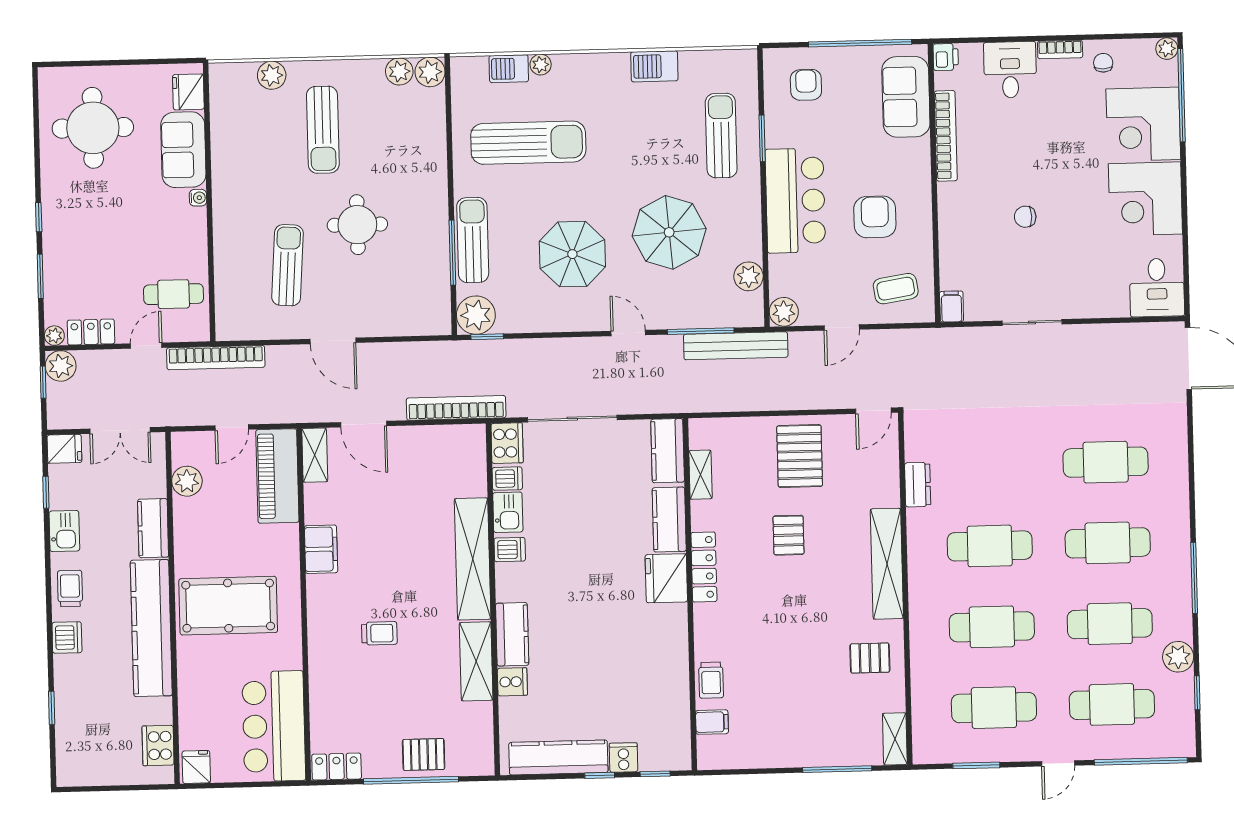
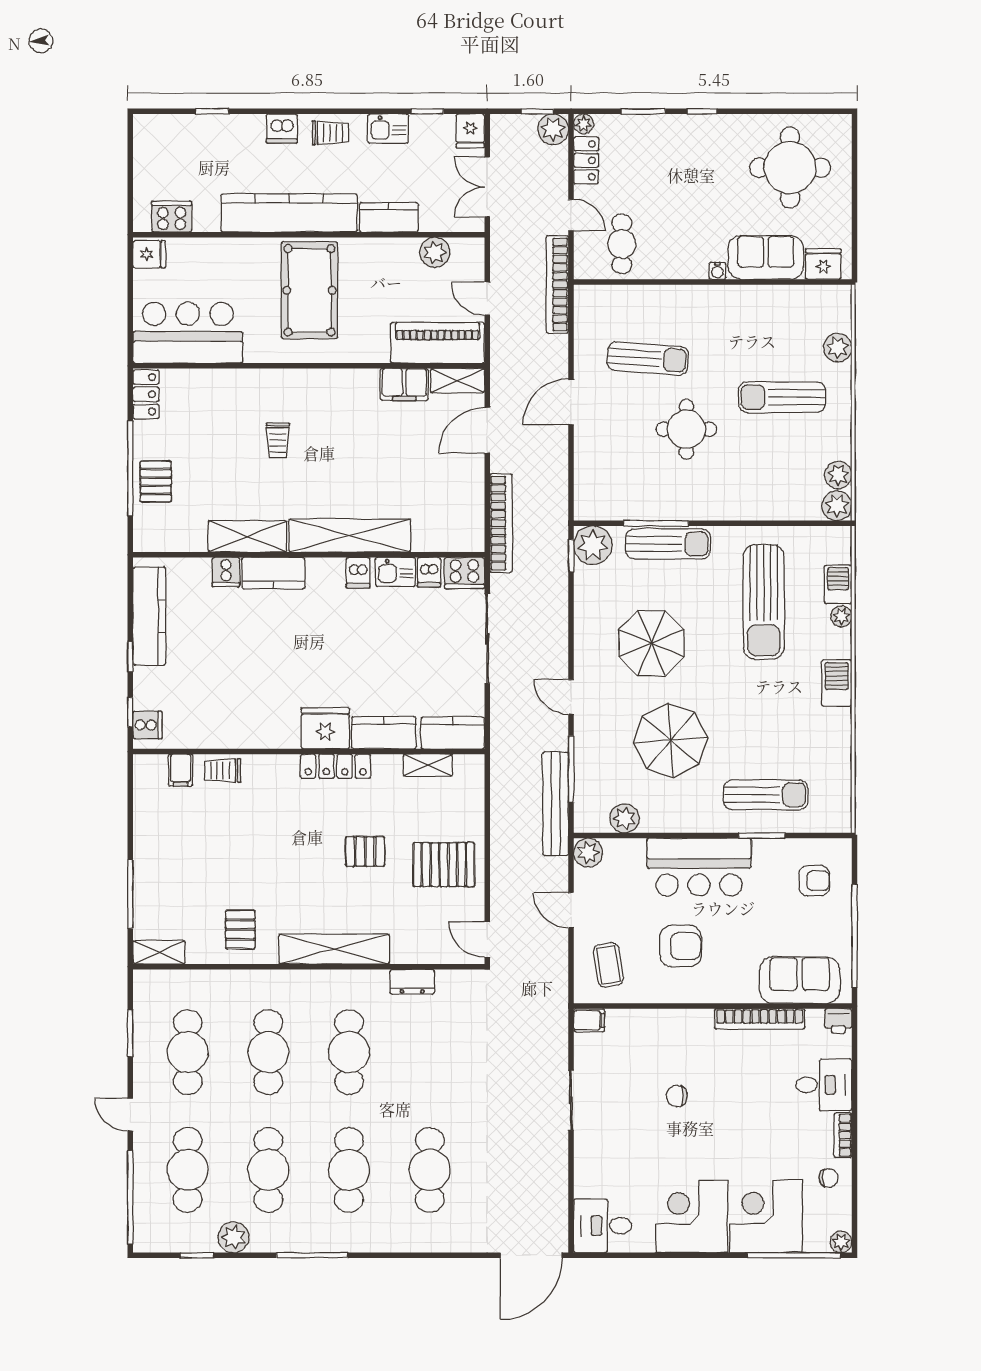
barbecue: (654, 66) -> (837, 683), moved
chair: (1025, 217) -> (677, 1096), turned -90
door: (628, 333) -> (571, 697), swing flipped
filing cabinet: (321, 549) -> (404, 384), moved
cooker: (623, 758) -> (147, 725), moved

